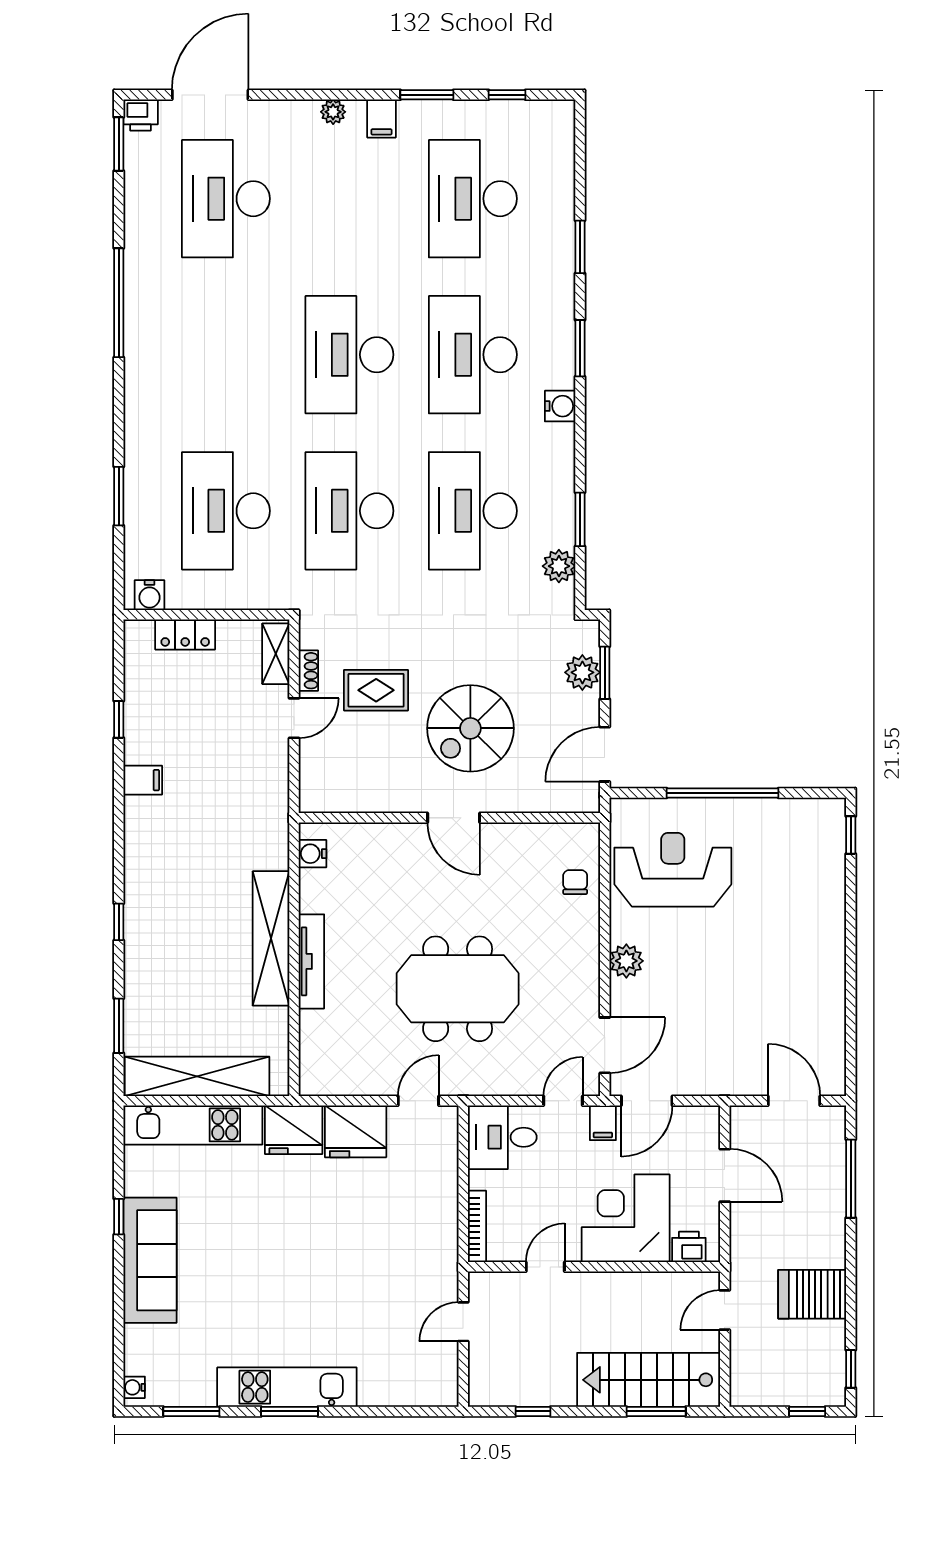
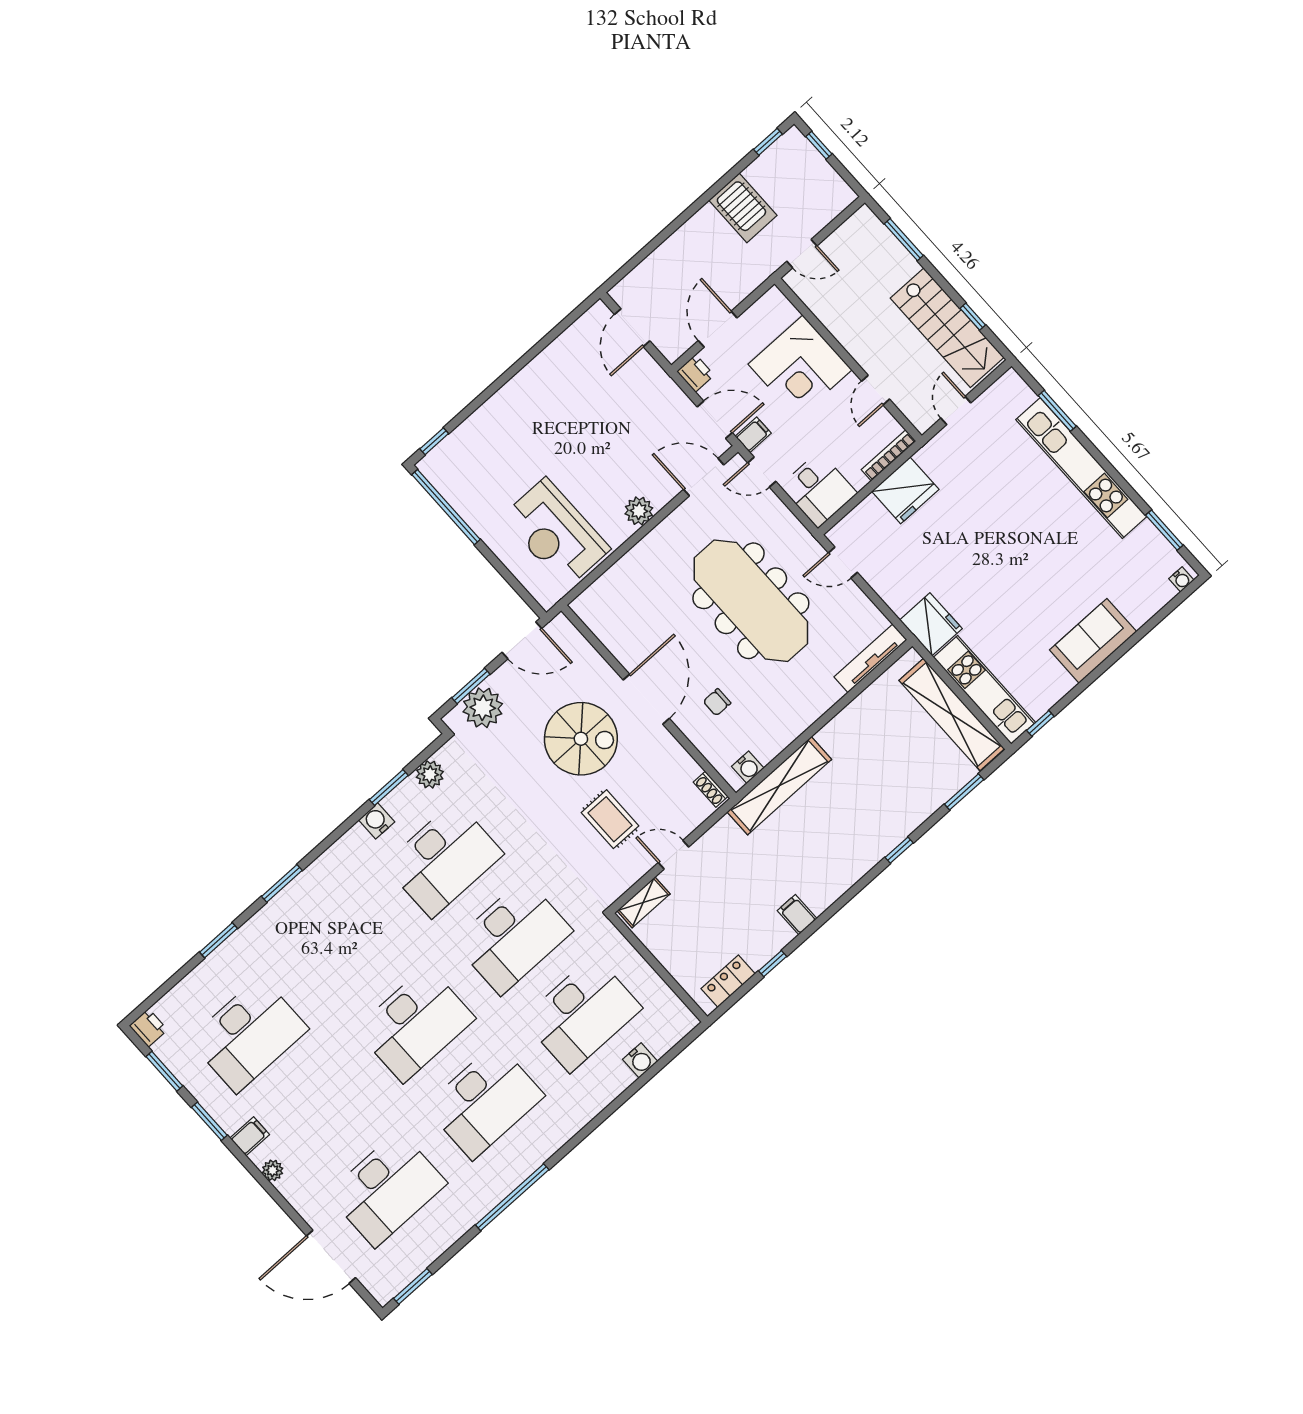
window: (507, 95) -> (164, 1071), width x1.50
printer: (141, 115) -> (148, 1028), moved
desk: (473, 355) -> (484, 1101), moved
water cooler: (560, 406) -> (377, 821), moved
window: (119, 496) -> (633, 1089), removed
water cooler: (149, 595) -> (640, 1060), moved, turned 90
locker: (185, 634) -> (728, 981), moved, turned -90
shoe rack: (308, 671) -> (711, 789), moved, turned -90
plant: (582, 672) -> (483, 708), width x1.36, depth x1.36
window: (723, 793) -> (446, 507), moved
door: (454, 818) -> (646, 699), width x1.36
chair: (575, 882) -> (717, 702), moved
shelving: (271, 938) -> (779, 786), moved
tv unit: (311, 961) -> (870, 658), moved
meeting table: (458, 989) -> (751, 601), width x1.36
fridge: (356, 1131) -> (905, 490), moved, turned 90
window: (851, 1179) -> (649, 249), removed
window: (119, 1217) -> (1040, 723), moved
printer: (689, 1247) -> (695, 373), moved, turned 180
sofa: (150, 1260) -> (1093, 641), width x0.73
door: (545, 1267) -> (876, 390), hinge flipped
door: (463, 1322) -> (956, 410), swing flipped
stairs: (649, 1380) -> (947, 328), moved
kitchen unit: (287, 1387) -> (1081, 468), width x1.36
window: (290, 1411) -> (1057, 411), moved

